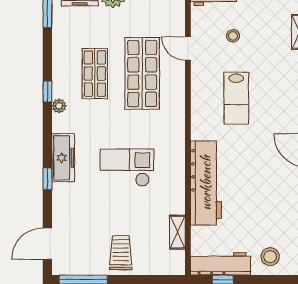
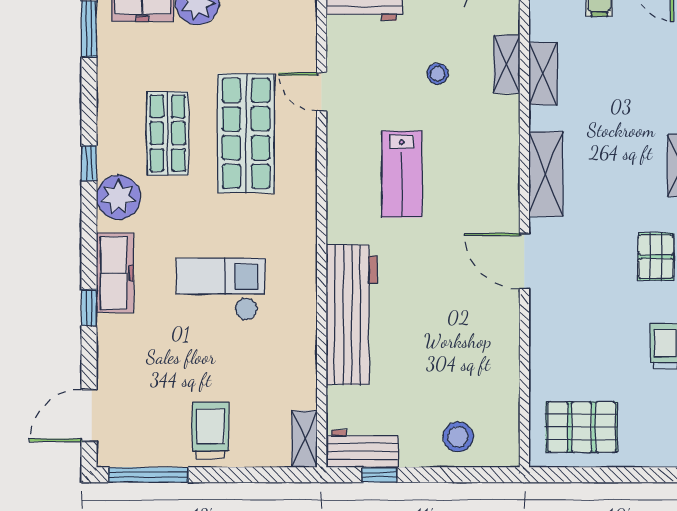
stool: (233, 36) -> (438, 74), moved
plant: (59, 106) -> (119, 197), width x1.88, depth x1.88
shelving: (177, 232) -> (304, 439), moved
workbench: (220, 264) -> (362, 449), width x0.73

